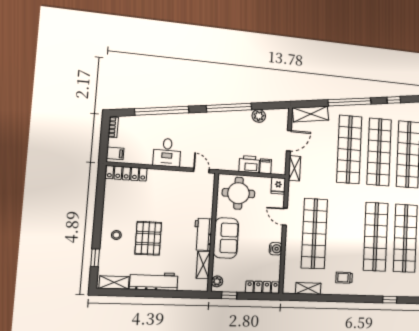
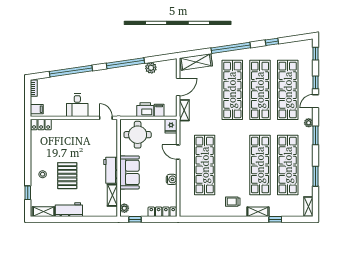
locker: (126, 173) -> (41, 125), width x0.66
workbench: (154, 281) -> (69, 210), width x0.73
shelving: (308, 288) -> (258, 212), moved

